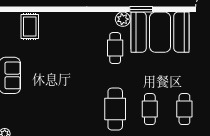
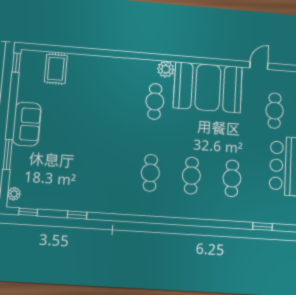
window: (141, 9) -> (187, 60), removed
cafe table: (115, 109) -> (150, 173), width x0.73, depth x0.74

